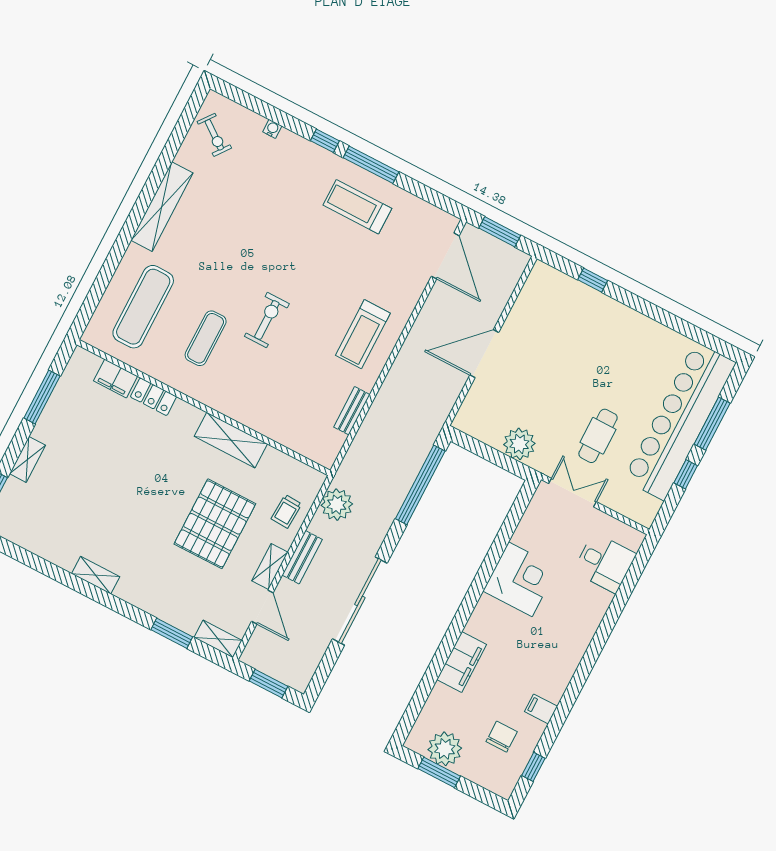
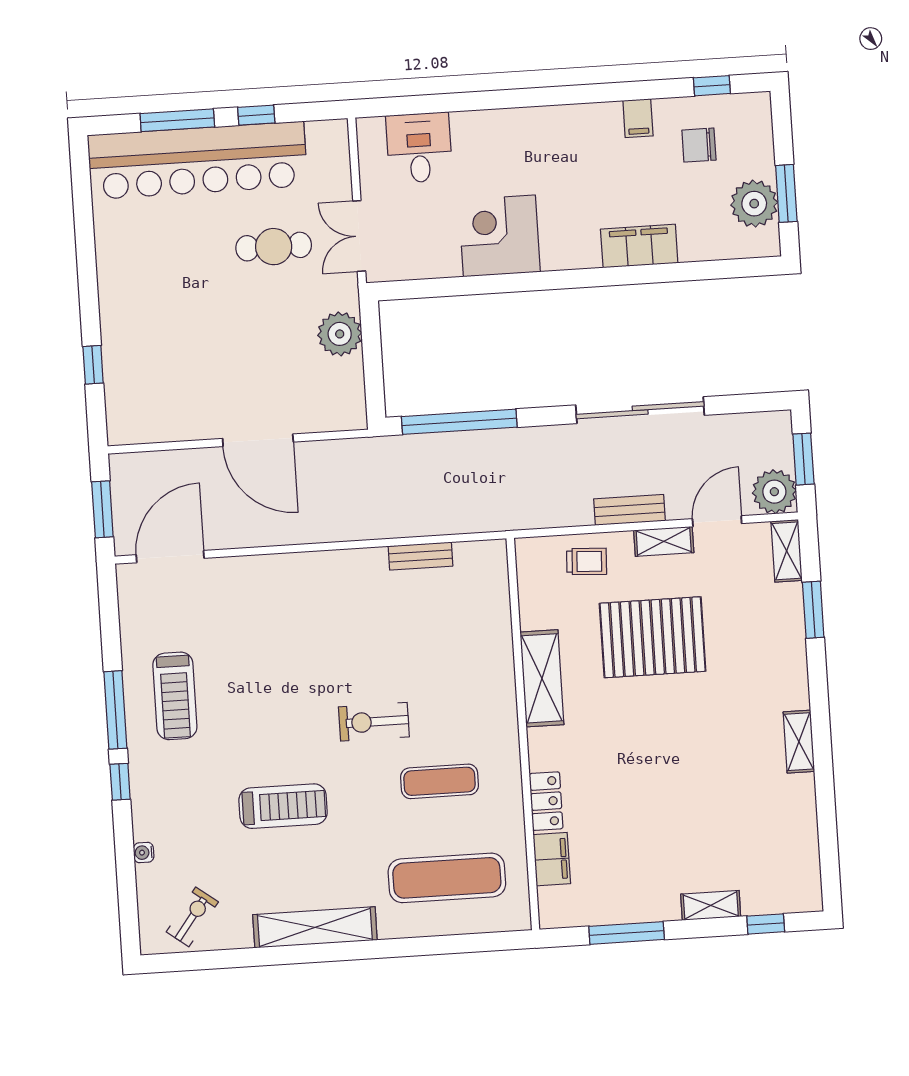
treadmill: (363, 334) -> (283, 806), moved
plant: (337, 505) -> (774, 492), moved

